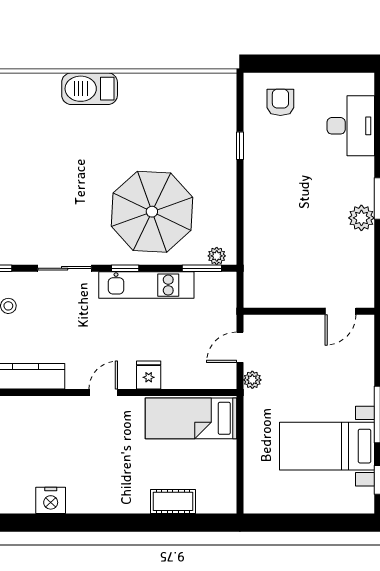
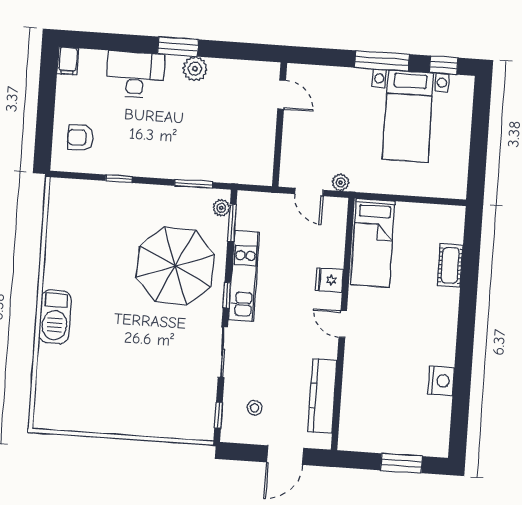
filing cabinet: (360, 83) -> (68, 61), added
desk: (351, 126) -> (135, 75), moved
window: (240, 225) -> (194, 184), added

